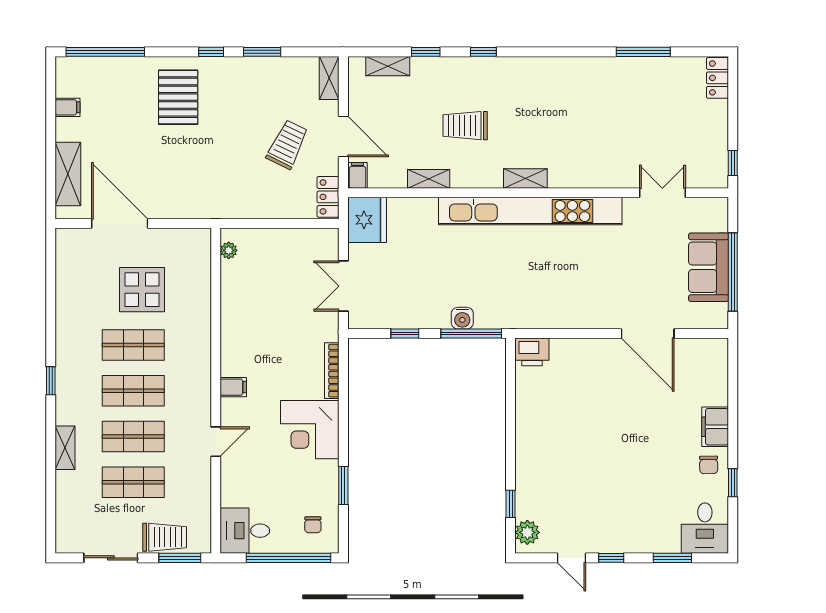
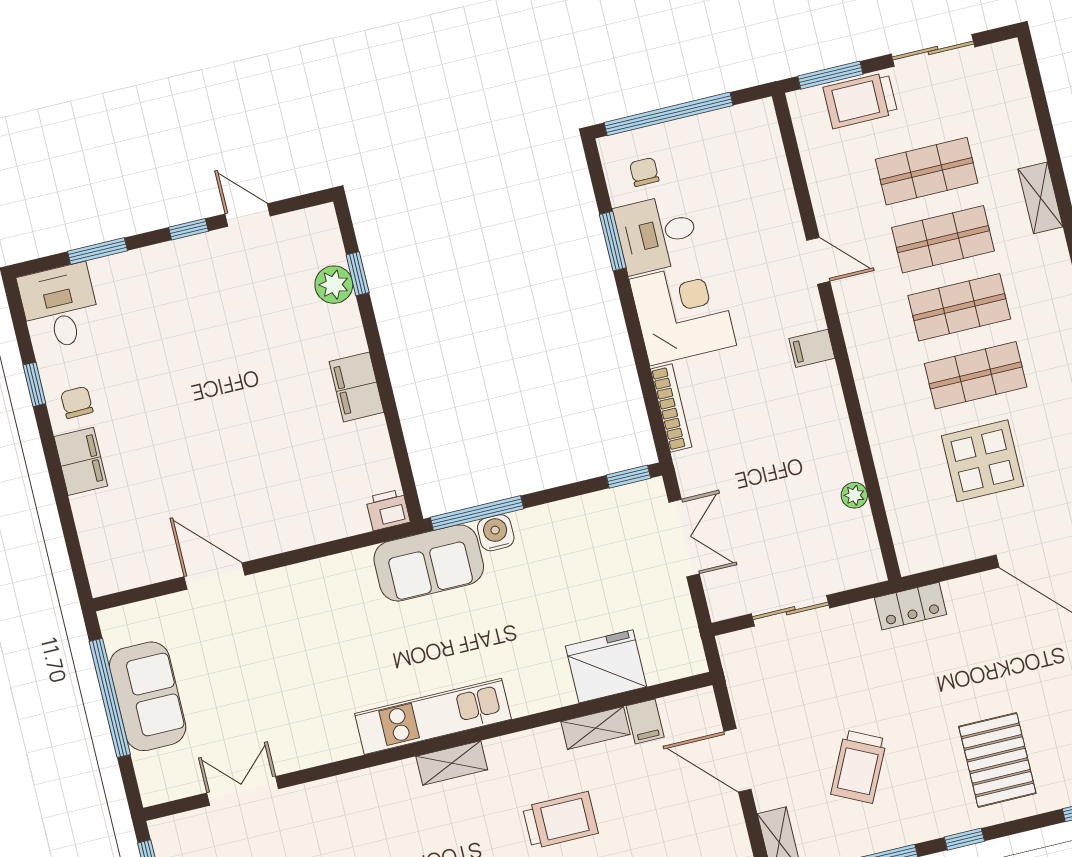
trolley: (287, 145) -> (859, 767), moved
filing cabinet: (357, 175) -> (645, 721), moved
double door: (662, 193) -> (243, 791), swing flipped
locker: (328, 197) -> (911, 606), moved, turned 90
kitchen unit: (530, 211) -> (433, 716), width x0.54
fridge: (367, 220) -> (606, 666), moved, turned 90
sliding door: (287, 223) -> (791, 611), added
plant: (229, 250) -> (854, 495), moved
sofa: (509, 309) -> (429, 563), added
window: (405, 333) -> (628, 477), moved
door: (648, 333) -> (214, 576), width x0.73
printer: (532, 352) -> (388, 510), width x0.73, depth x0.81
filing cabinet: (529, 432) -> (356, 387), added
door: (216, 442) -> (818, 261), swing flipped
desk: (245, 531) -> (657, 234), moved, turned 180
plant: (527, 532) -> (334, 285), moved

